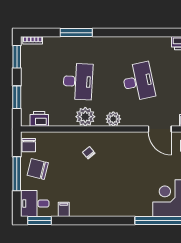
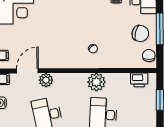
plant: (113, 119) -> (46, 80), moved
door: (160, 129) -> (27, 71), hinge flipped

